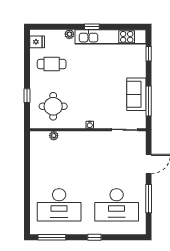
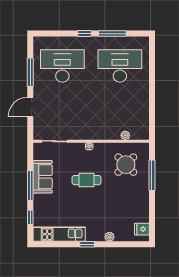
kitchen unit: (110, 37) -> (59, 234), width x0.73
cafe table: (52, 64) -> (87, 180), moved
window: (27, 96) -> (152, 175), width x2.17
window: (149, 101) -> (30, 185), moved
round table: (53, 106) -> (126, 165), turned 45
window: (52, 237) -> (112, 34), moved

